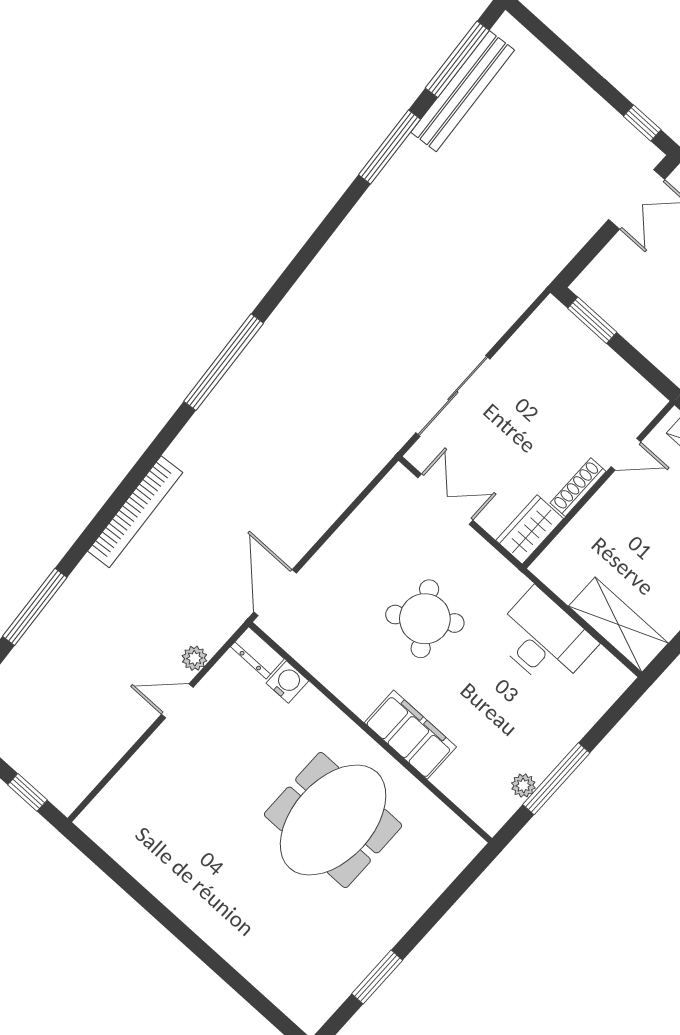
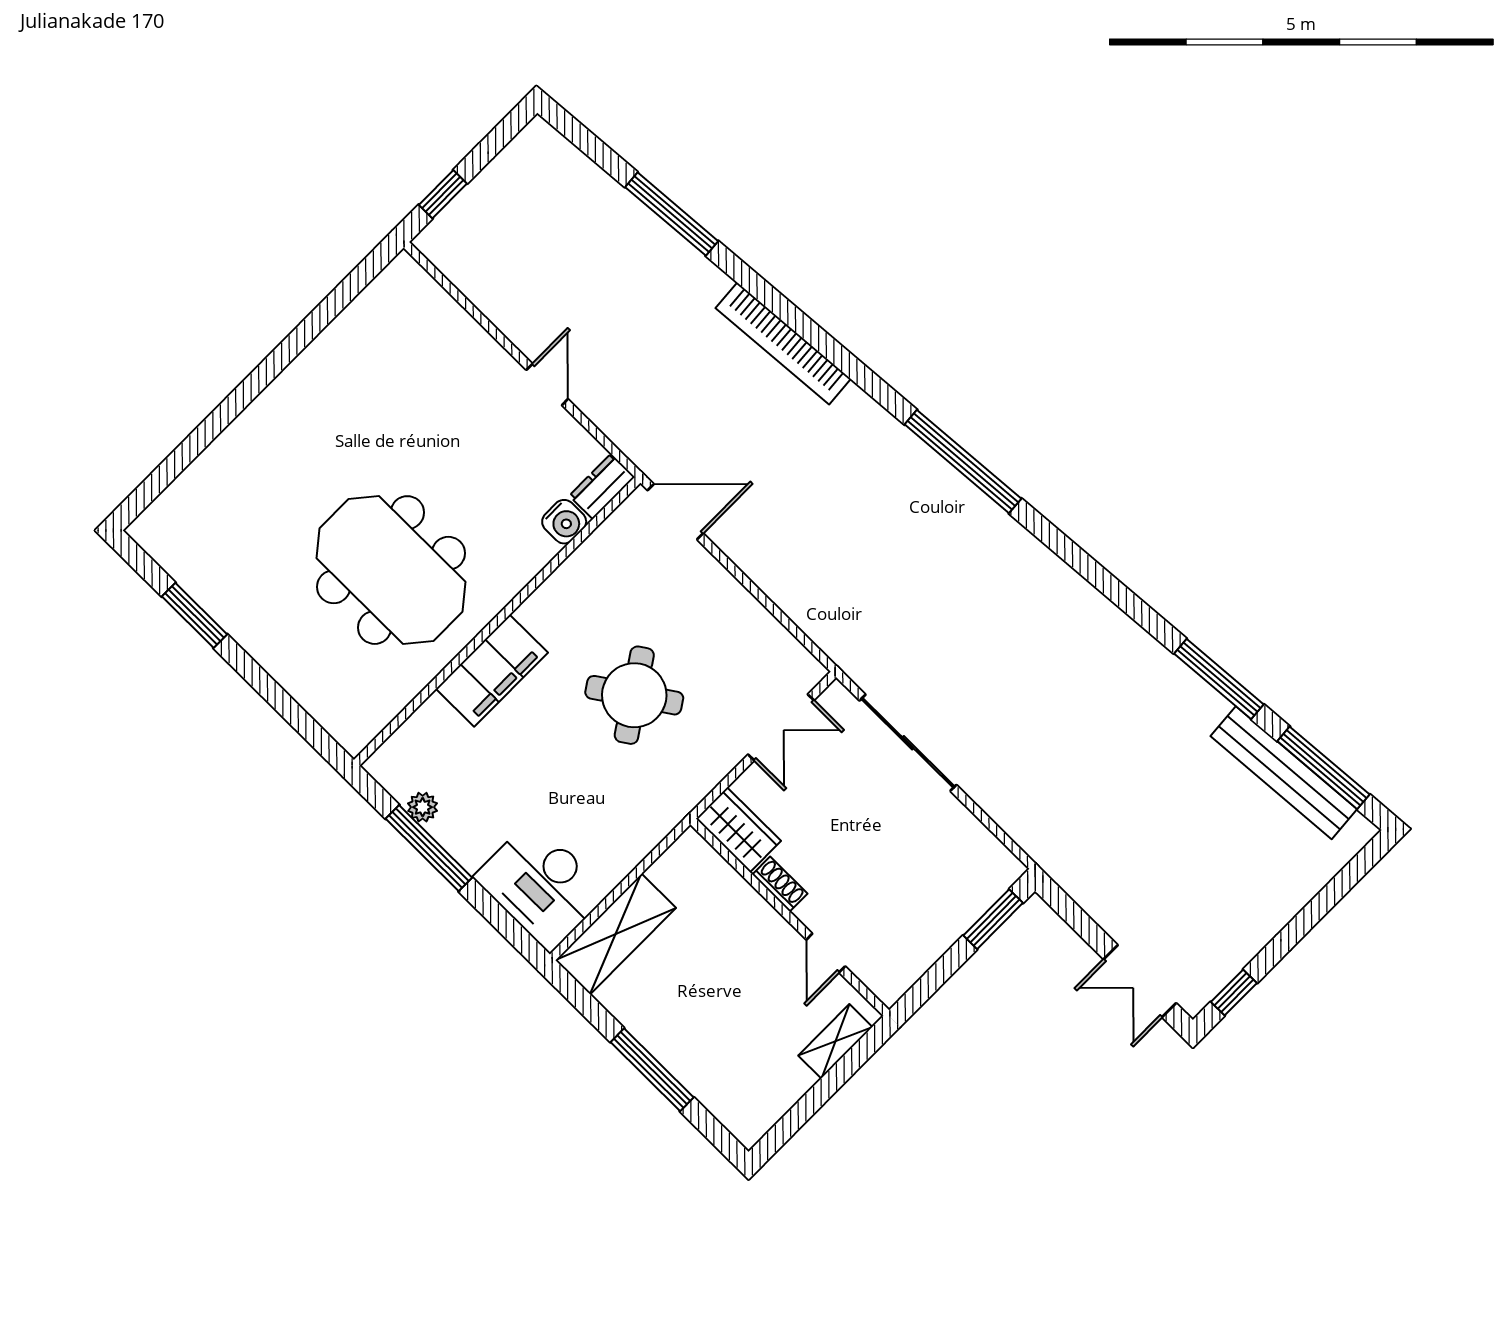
shoe rack: (578, 487) -> (780, 884), width x0.70
desk: (544, 639) -> (541, 885), moved, turned 90
plant: (195, 658) -> (599, 408), removed

